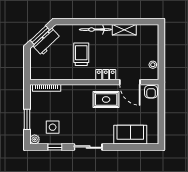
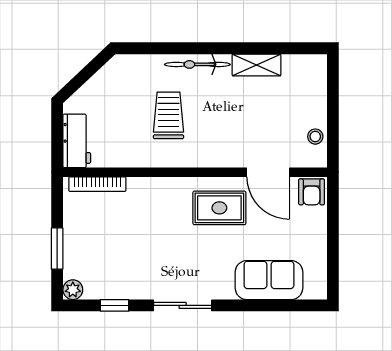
window: (40, 35) -> (84, 76), removed
workbench: (47, 42) -> (77, 141), moved, turned -47
locker: (106, 75) -> (219, 157), removed
side table: (53, 127) -> (110, 265), removed

